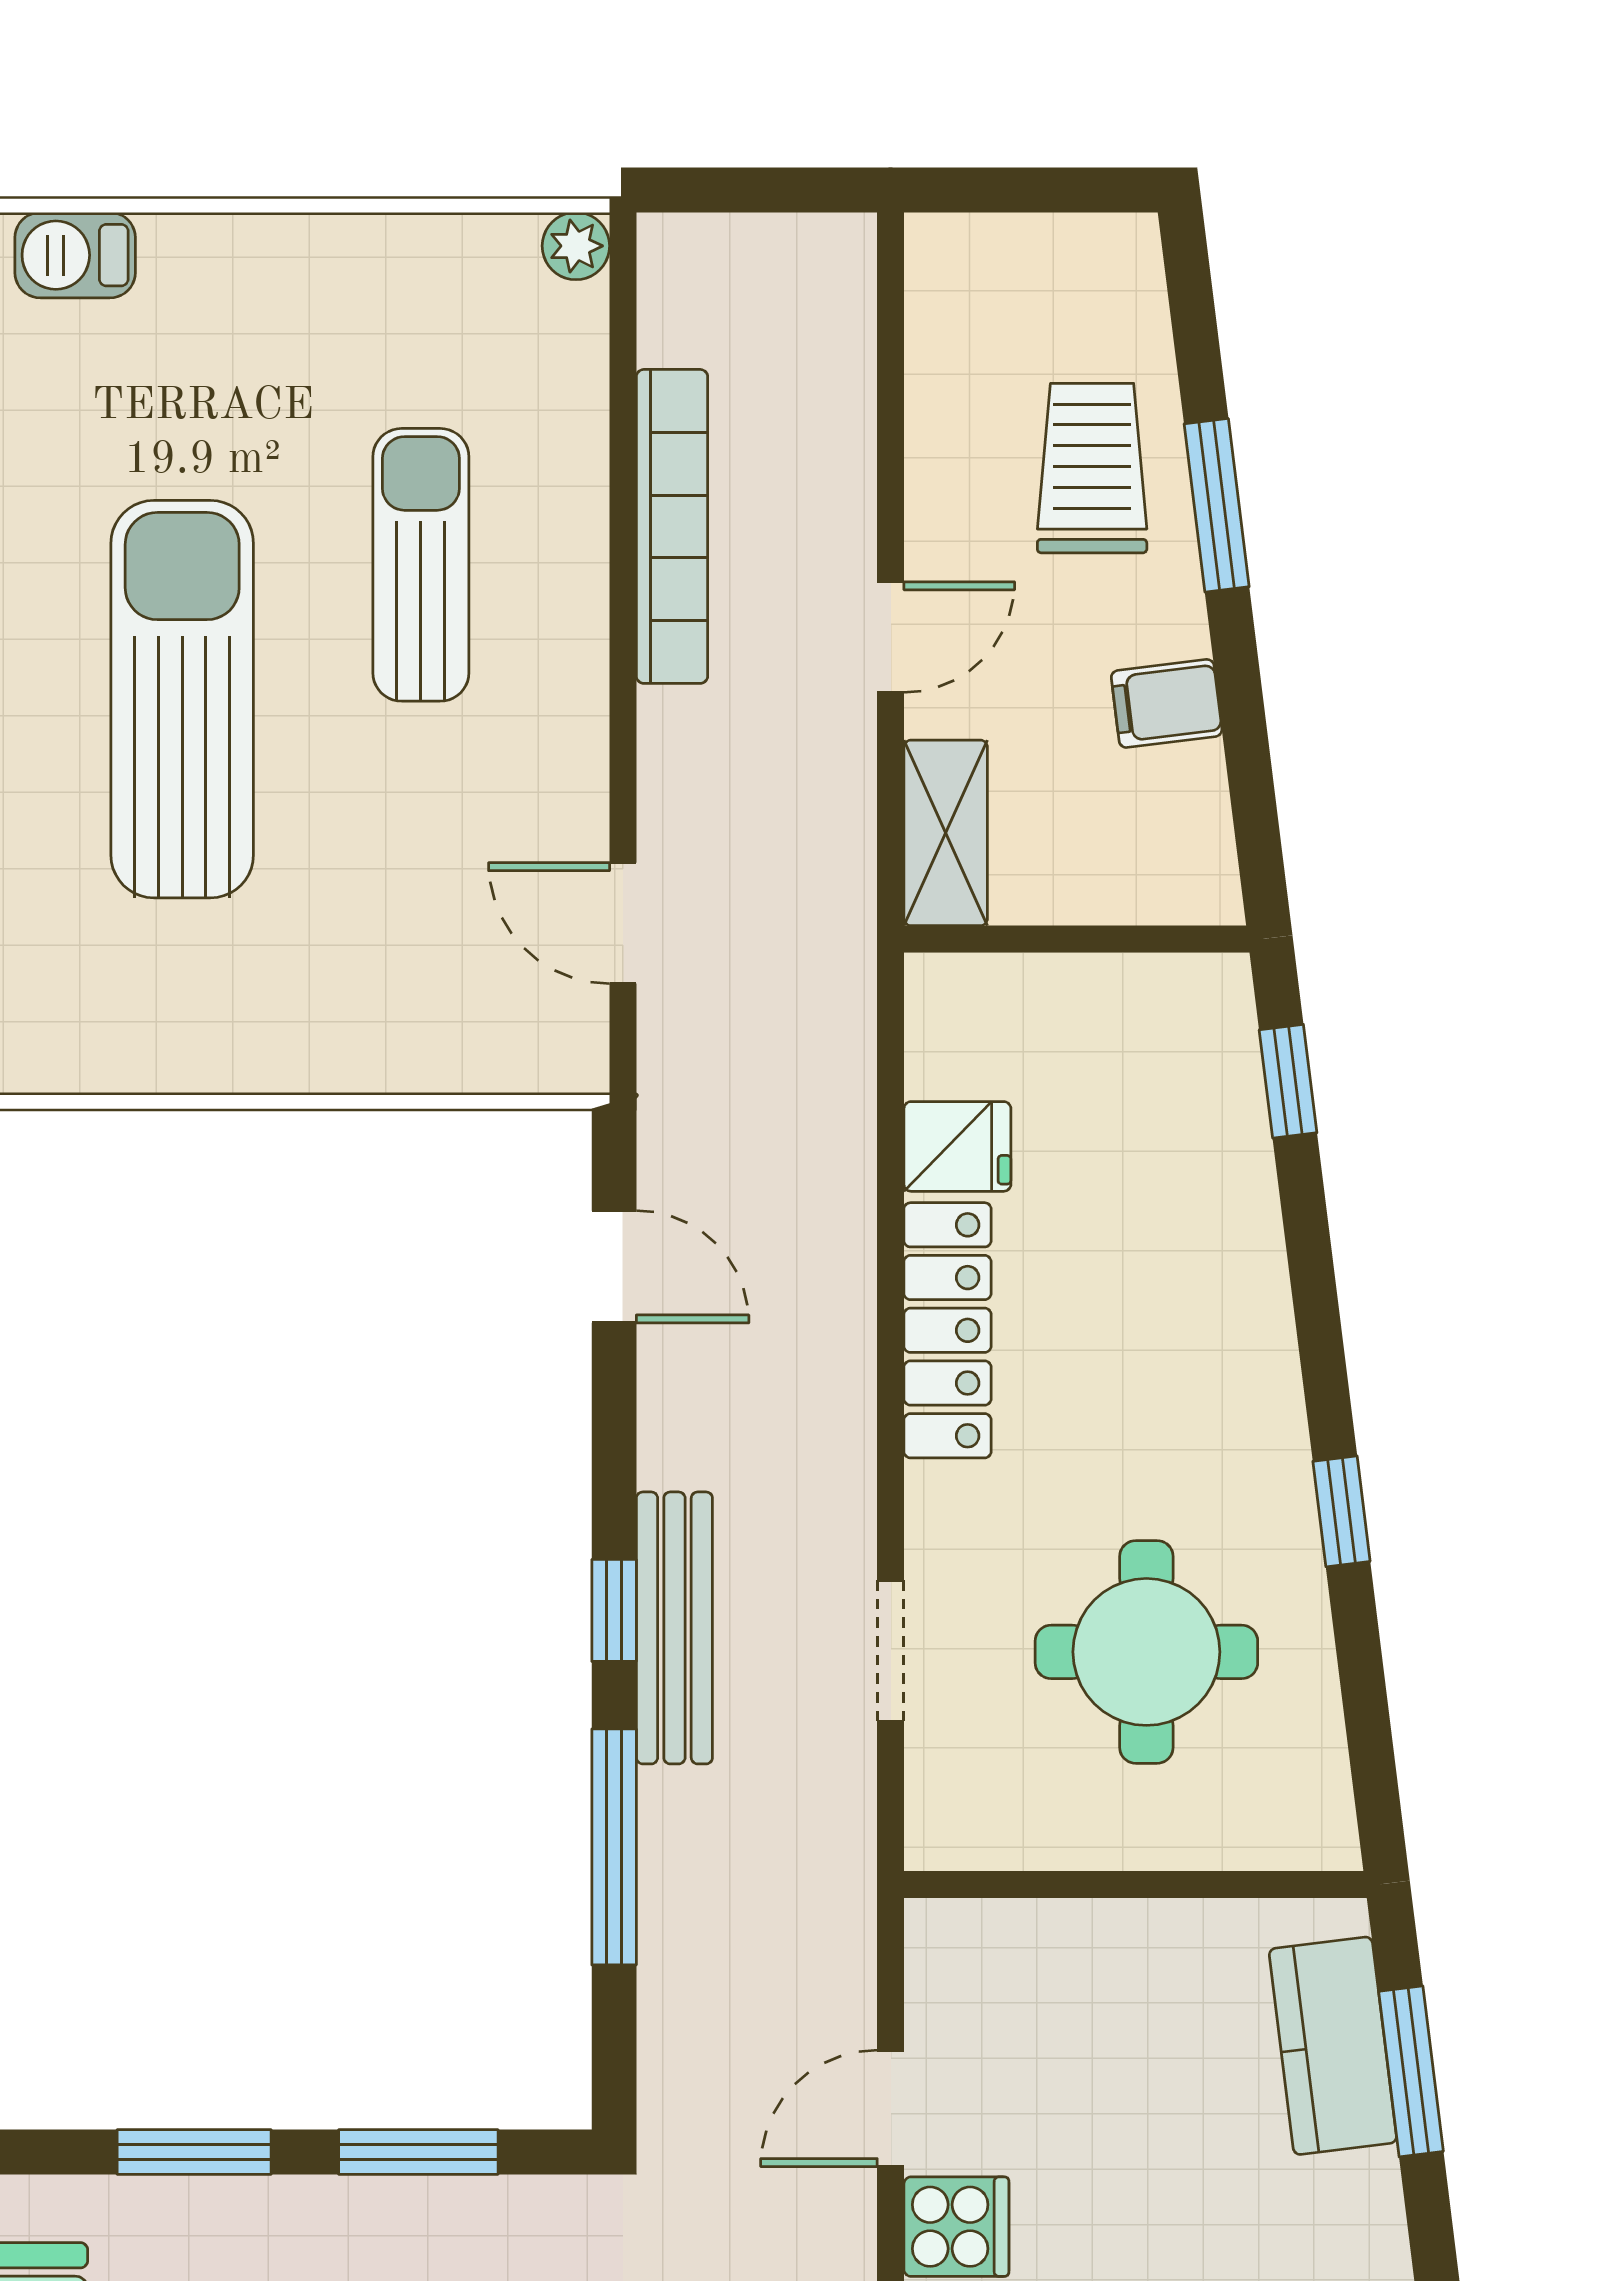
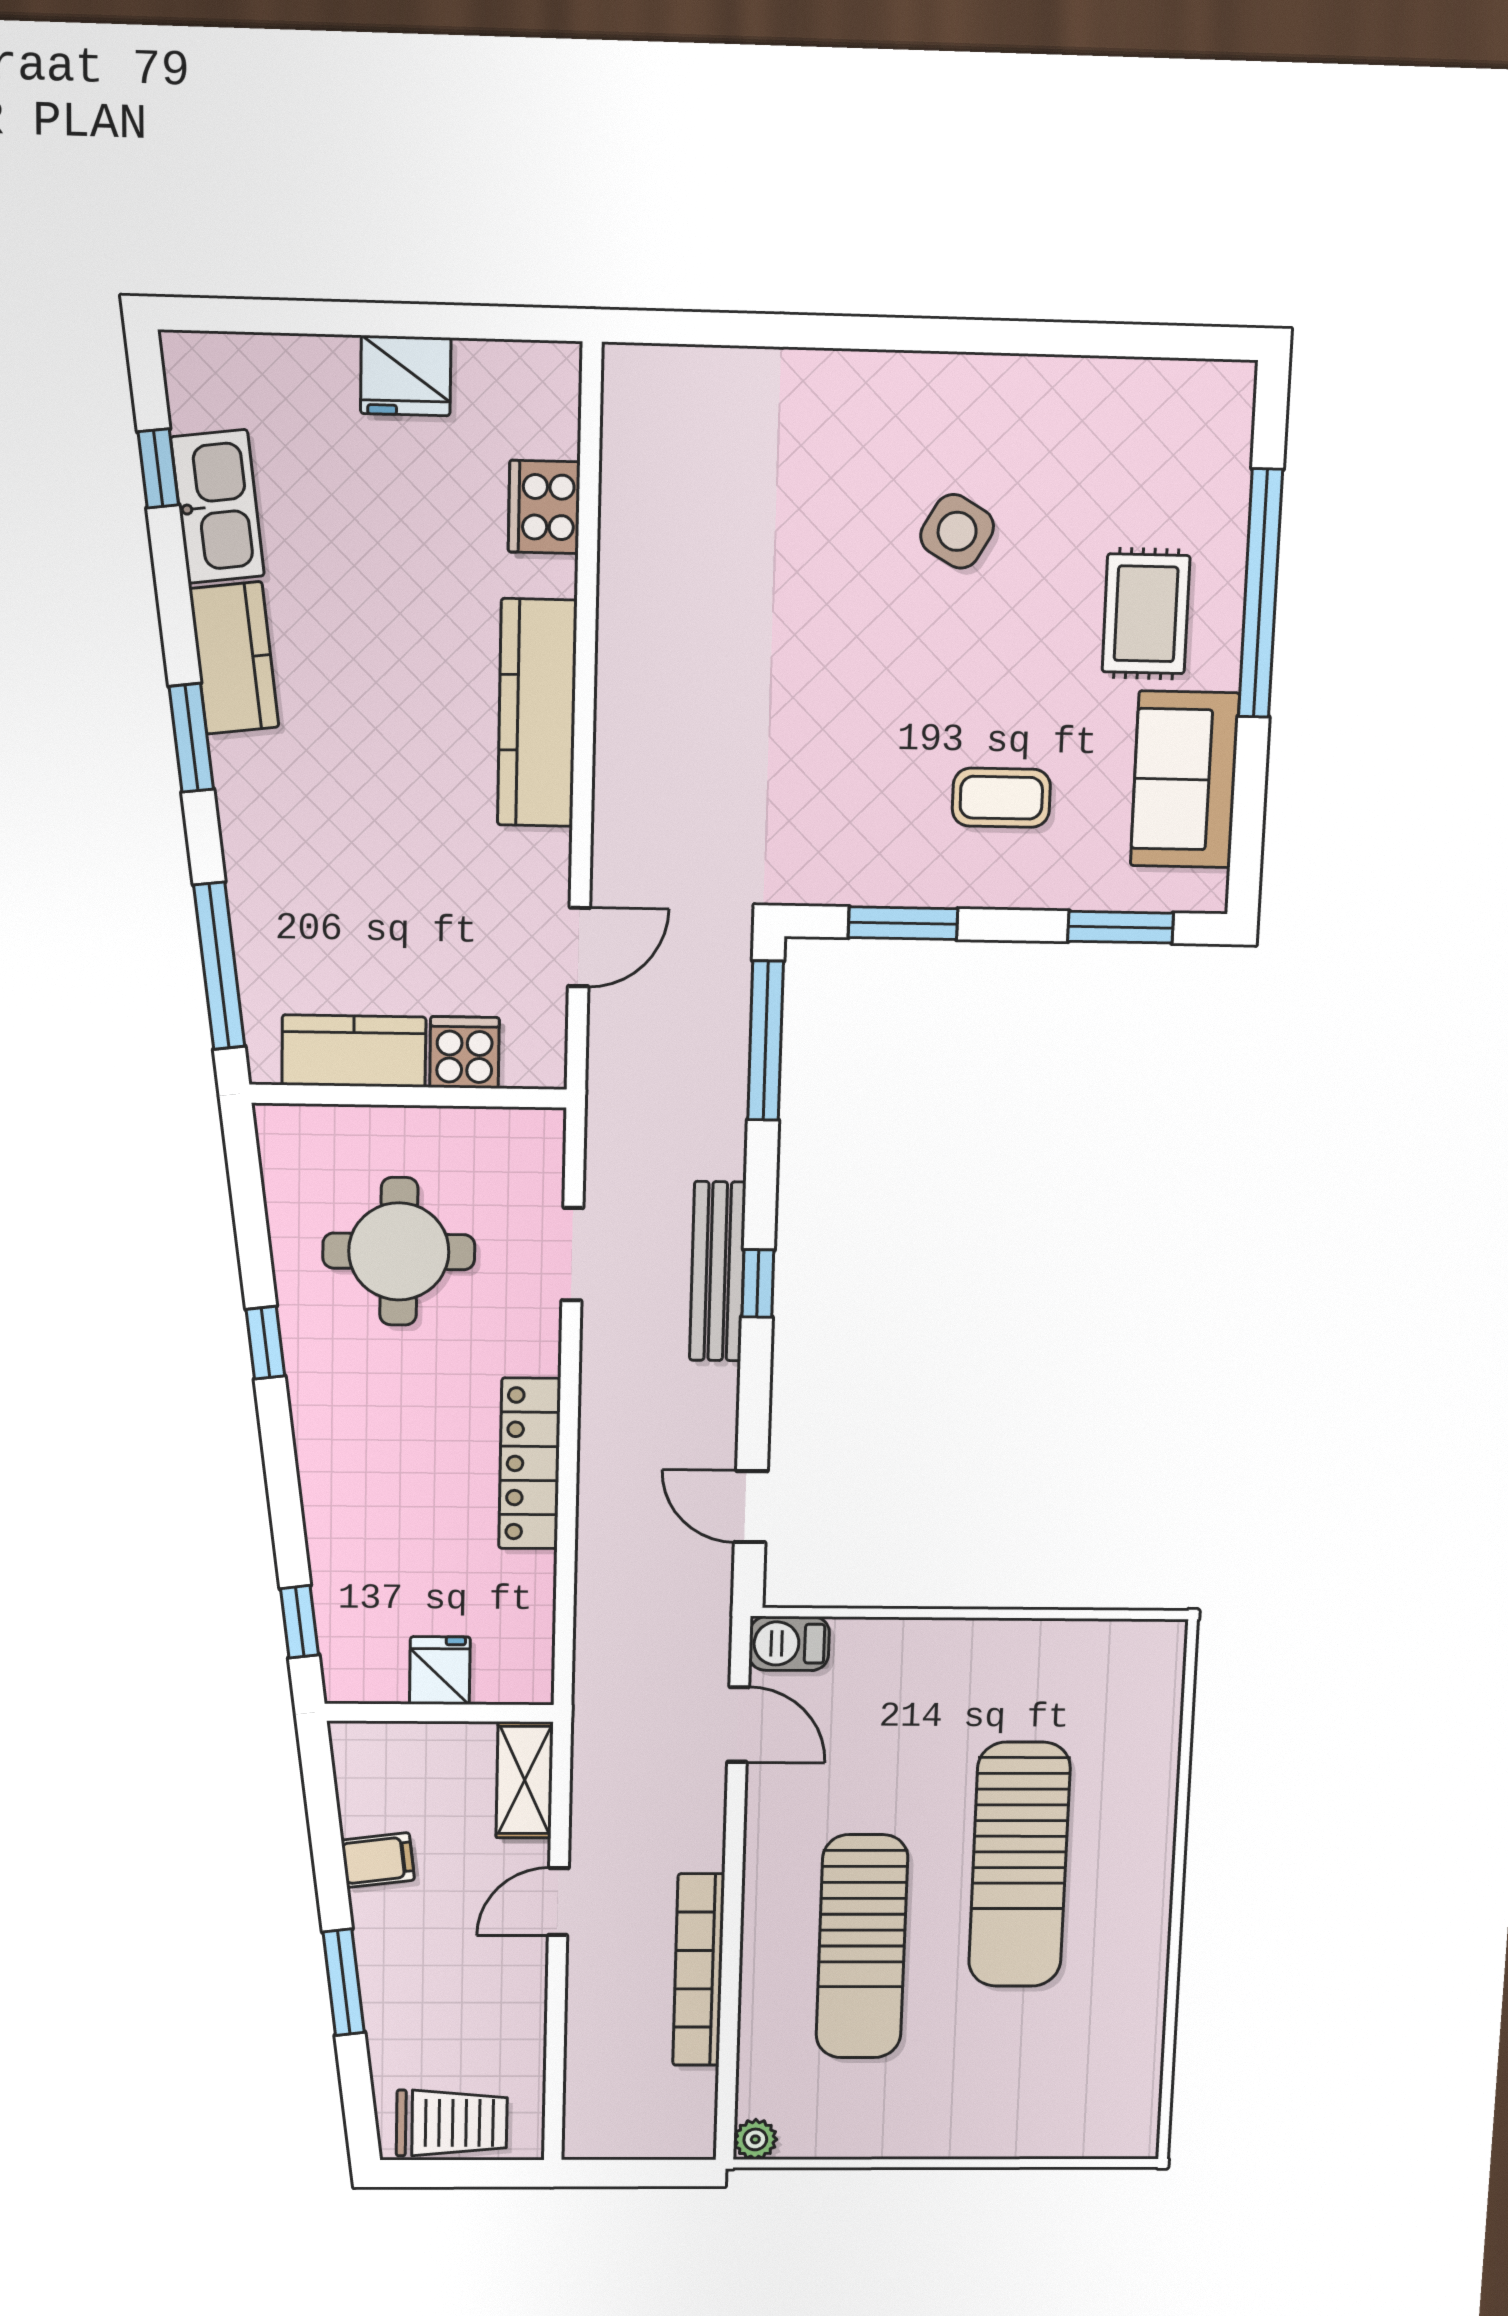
barbecue: (75, 255) -> (789, 1644), moved, turned 180
trolley: (1092, 468) -> (452, 2123), moved, turned -90
sun lounger: (421, 565) -> (862, 1947), width x1.36, depth x1.34
fridge: (957, 1146) -> (440, 1671), moved, turned 90
window: (614, 1847) -> (766, 1041), moved
kitchen counter: (1333, 2046) -> (354, 1051), moved, turned -83
window: (1411, 2071) -> (219, 966), width x1.44
window: (194, 2152) -> (1120, 927), moved
cooker: (956, 2227) -> (464, 1052), moved, turned 90

